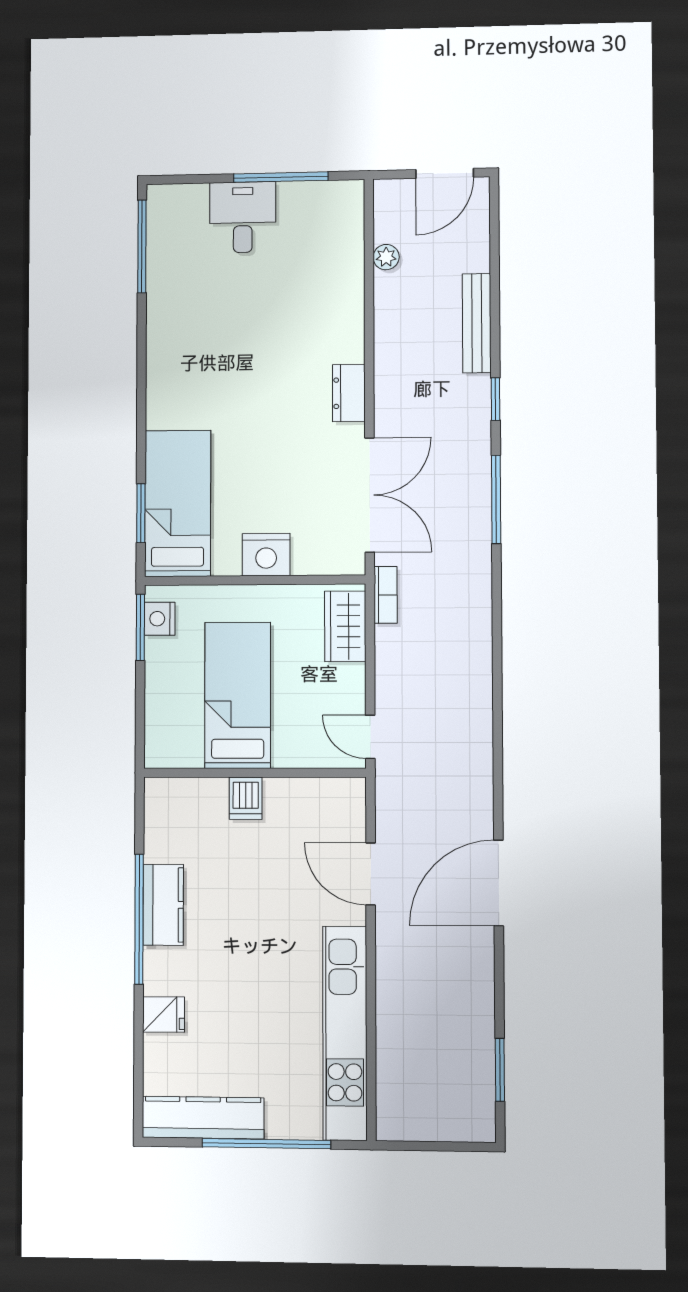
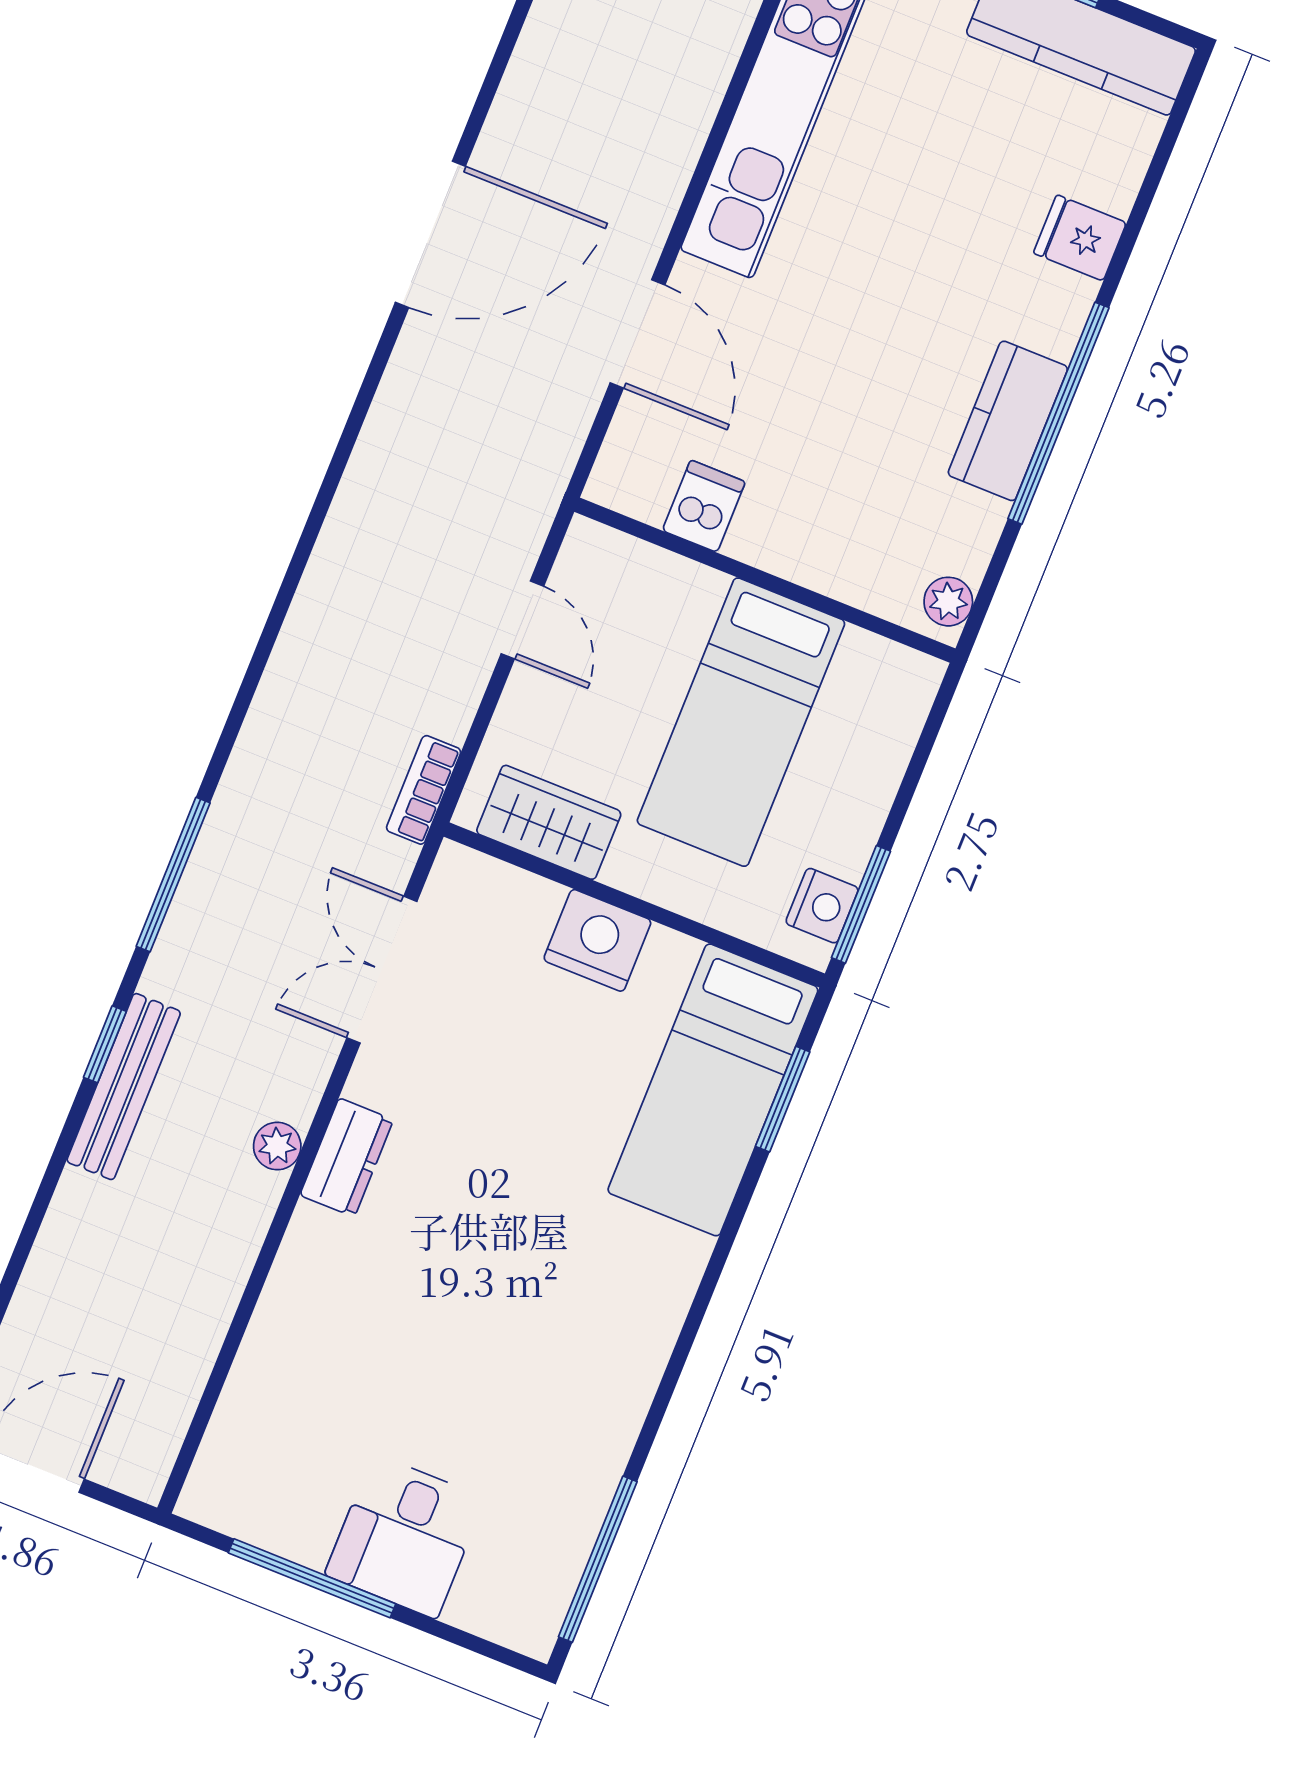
plant: (386, 257) -> (277, 1146), moved
bench: (477, 323) -> (124, 1087), moved
double door: (370, 495) -> (382, 970), width x0.73
wardrobe: (345, 626) -> (549, 822), moved, turned -90
door: (370, 737) -> (522, 620), moved
dishwasher: (246, 798) -> (704, 506), moved
plant: (157, 800) -> (948, 602), added

